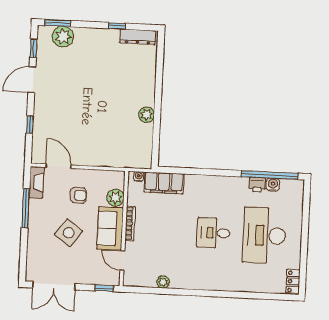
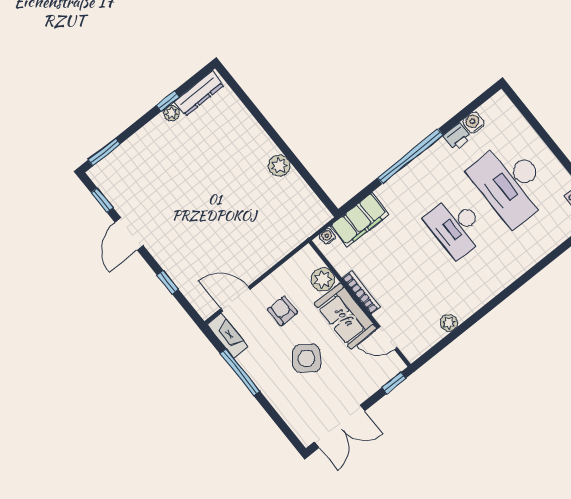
plant: (63, 37) -> (172, 113), moved, width x0.53, depth x0.53
window: (270, 175) -> (410, 156), moved
armchair: (78, 195) -> (282, 311), turned -90
desk: (214, 233) -> (456, 226), width x1.37

